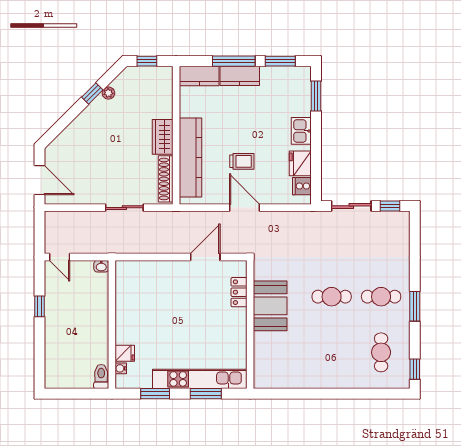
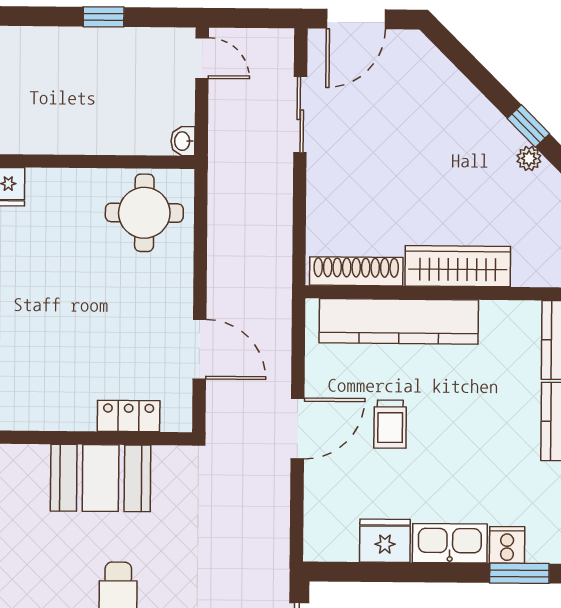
kitchen sink: (301, 131) -> (450, 543), width x1.38
wardrobe: (163, 137) -> (458, 266), width x1.50
cooker: (302, 186) -> (507, 545), moved
sliding door: (124, 208) -> (300, 115), moved
door: (60, 257) -> (202, 58), swing flipped
round table: (137, 285) -> (144, 213), added

